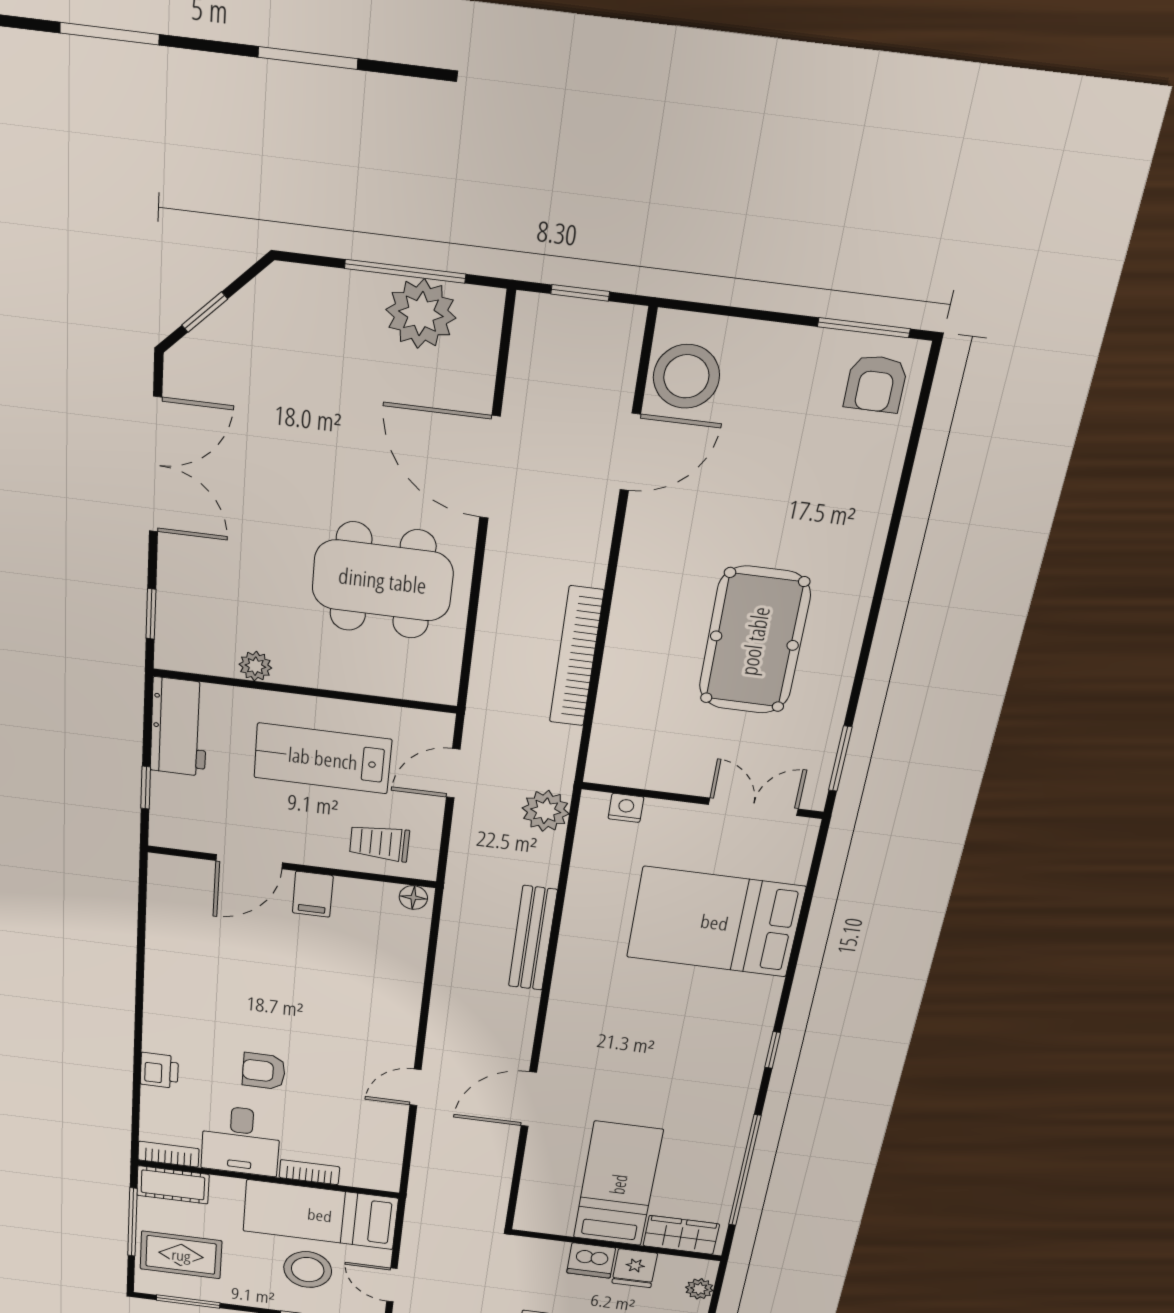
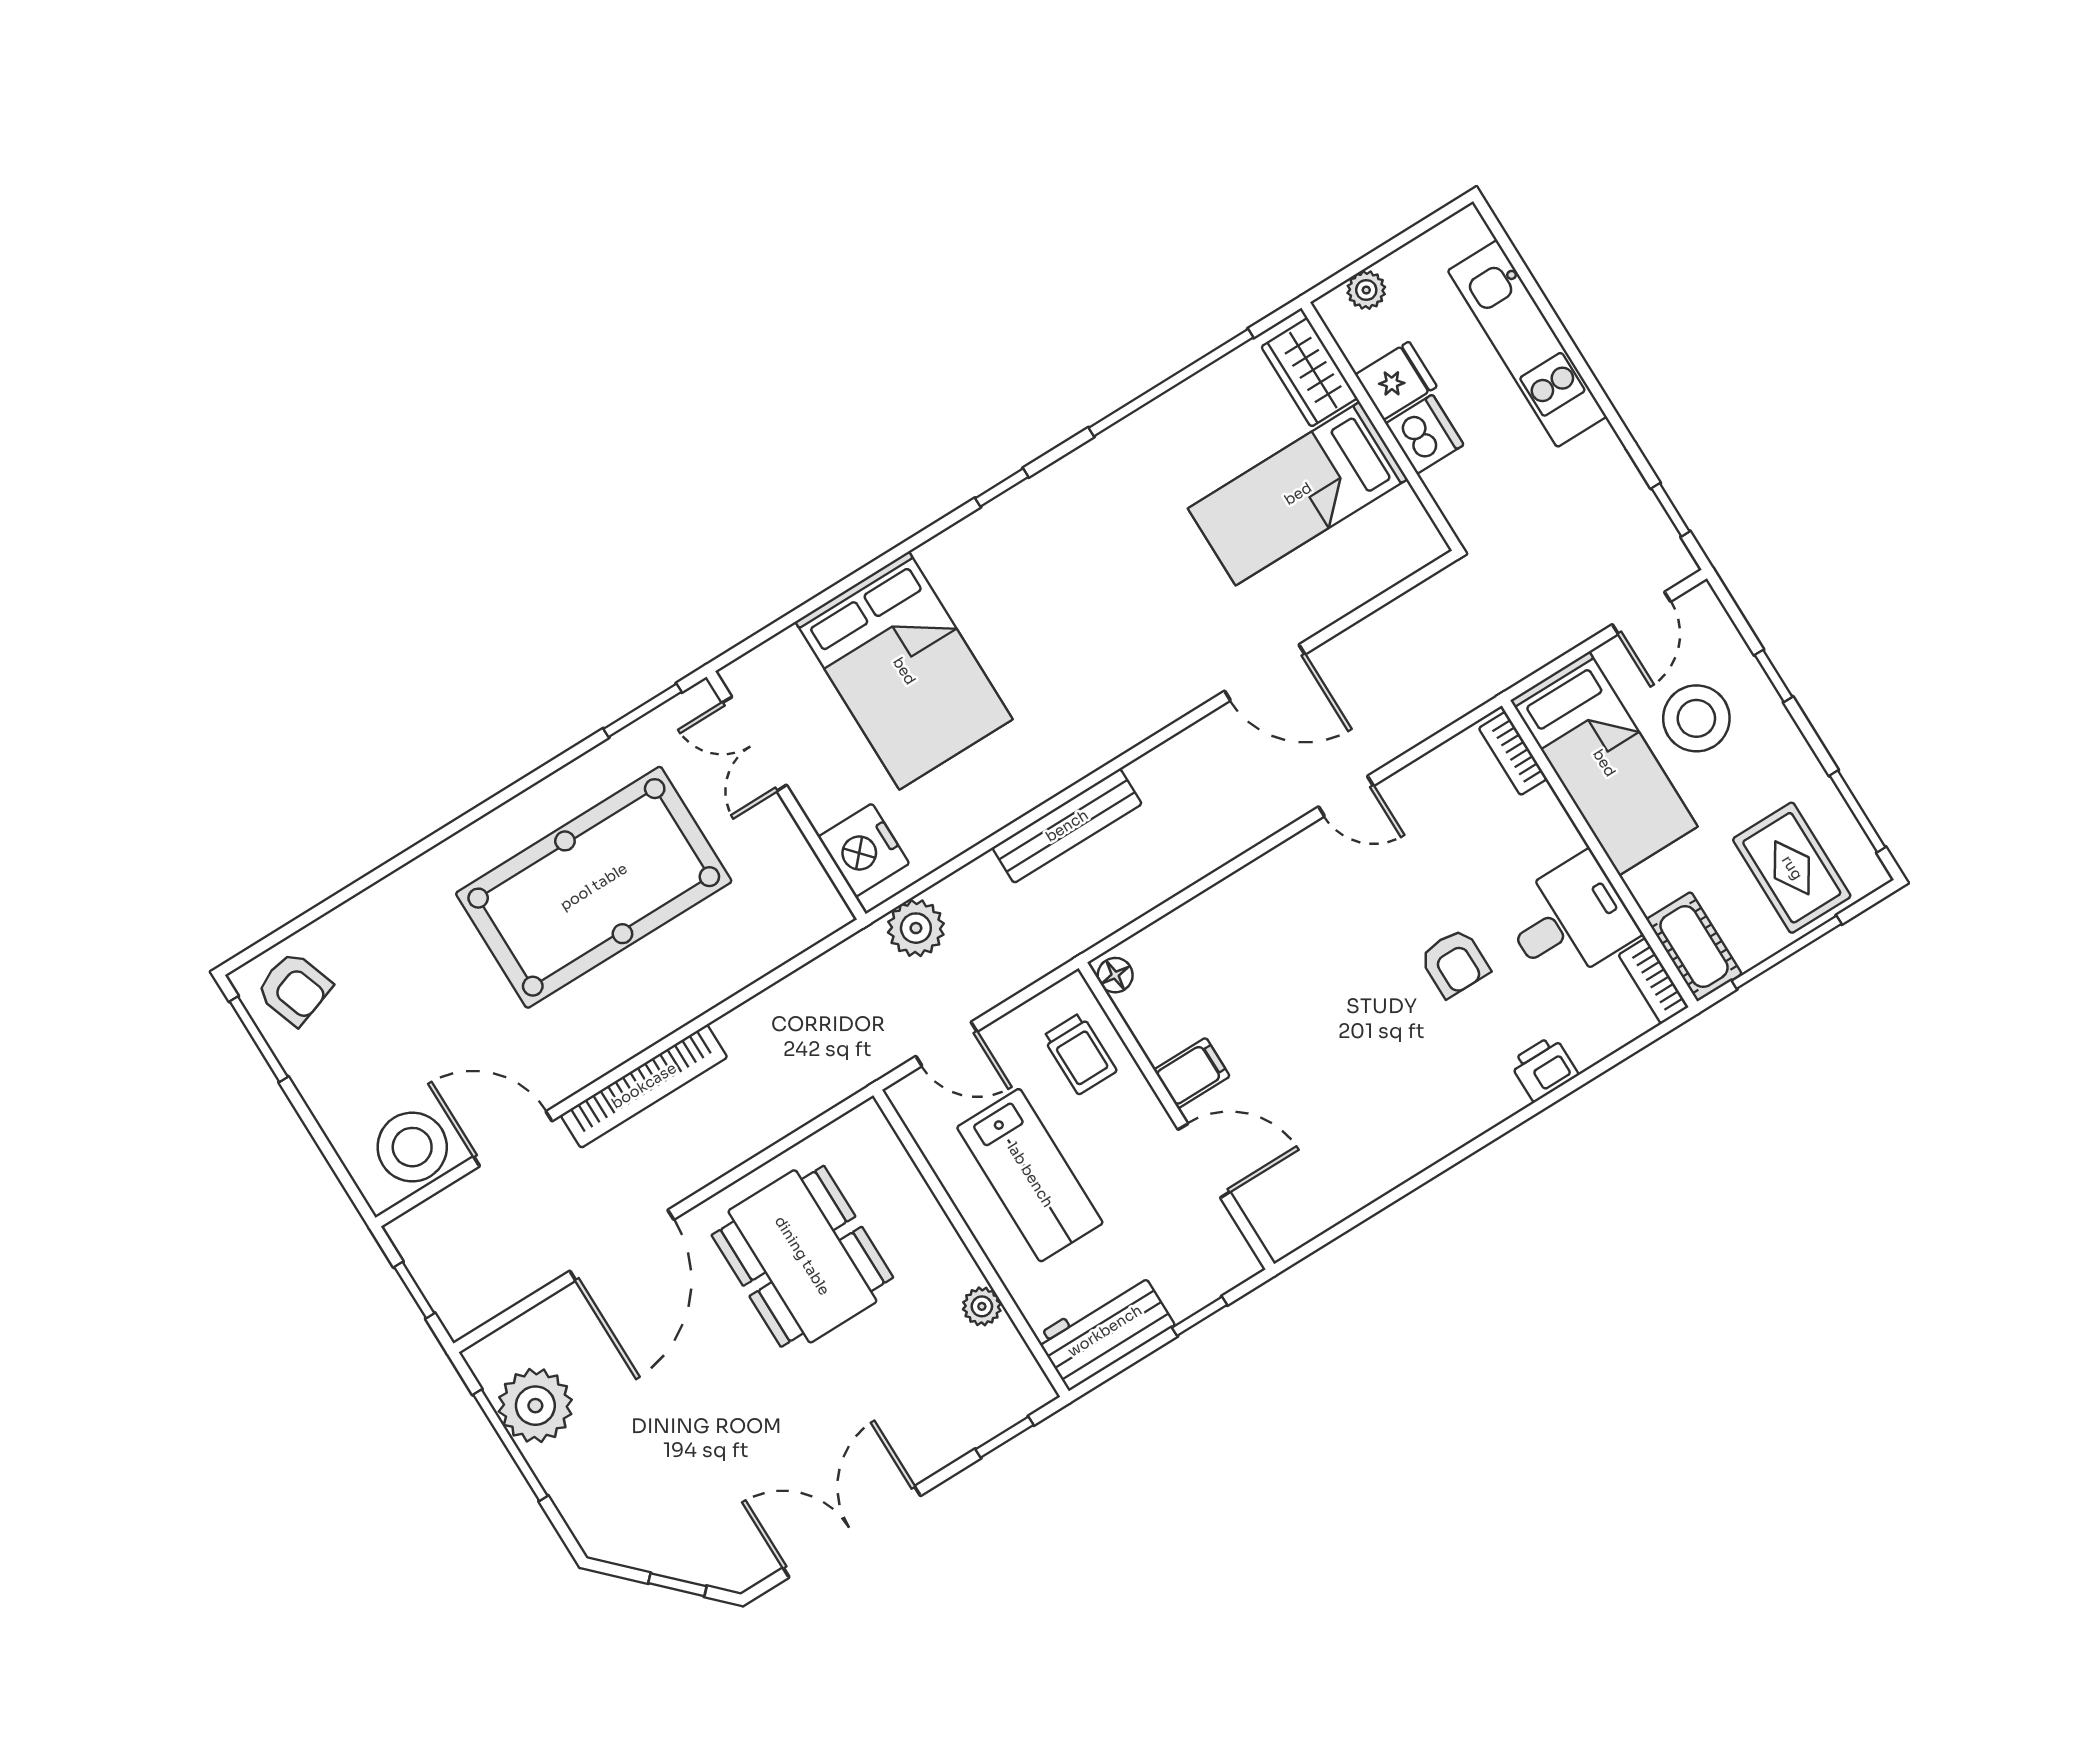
armchair: (876, 384) -> (294, 988), turned 71
pool table: (754, 641) -> (594, 887), width x1.36, depth x1.32
bookcase: (576, 657) -> (644, 1086), moved
nightstand: (626, 808) -> (864, 850), width x1.89, depth x1.79
bookcase: (309, 1172) -> (1513, 754), moved

